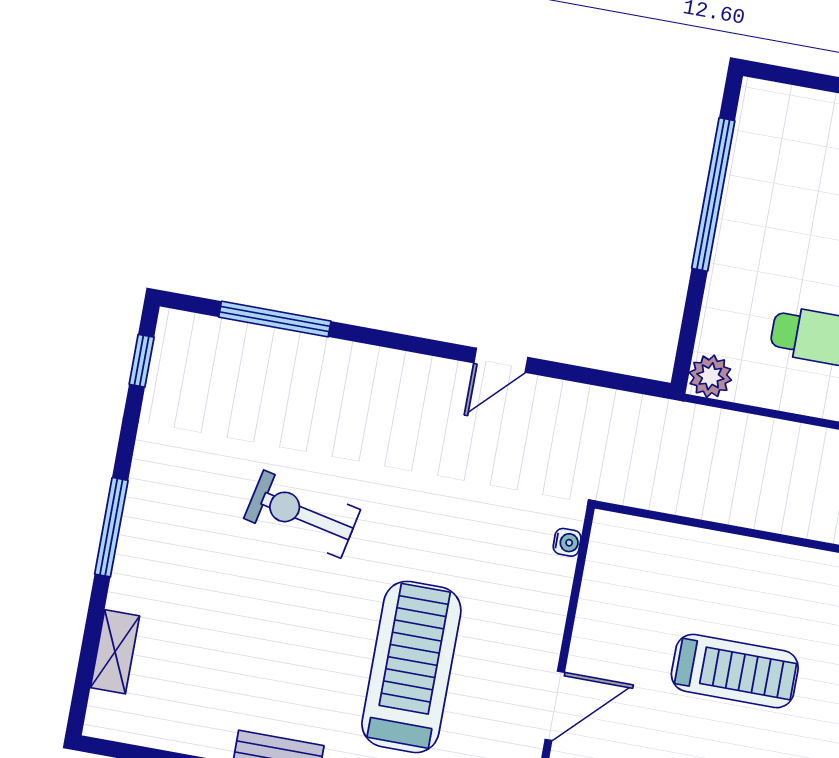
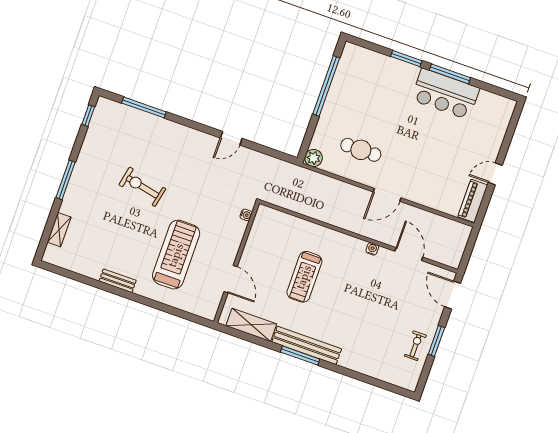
treadmill: (735, 671) -> (304, 277), turned 90
door: (555, 706) -> (231, 279), hinge flipped

